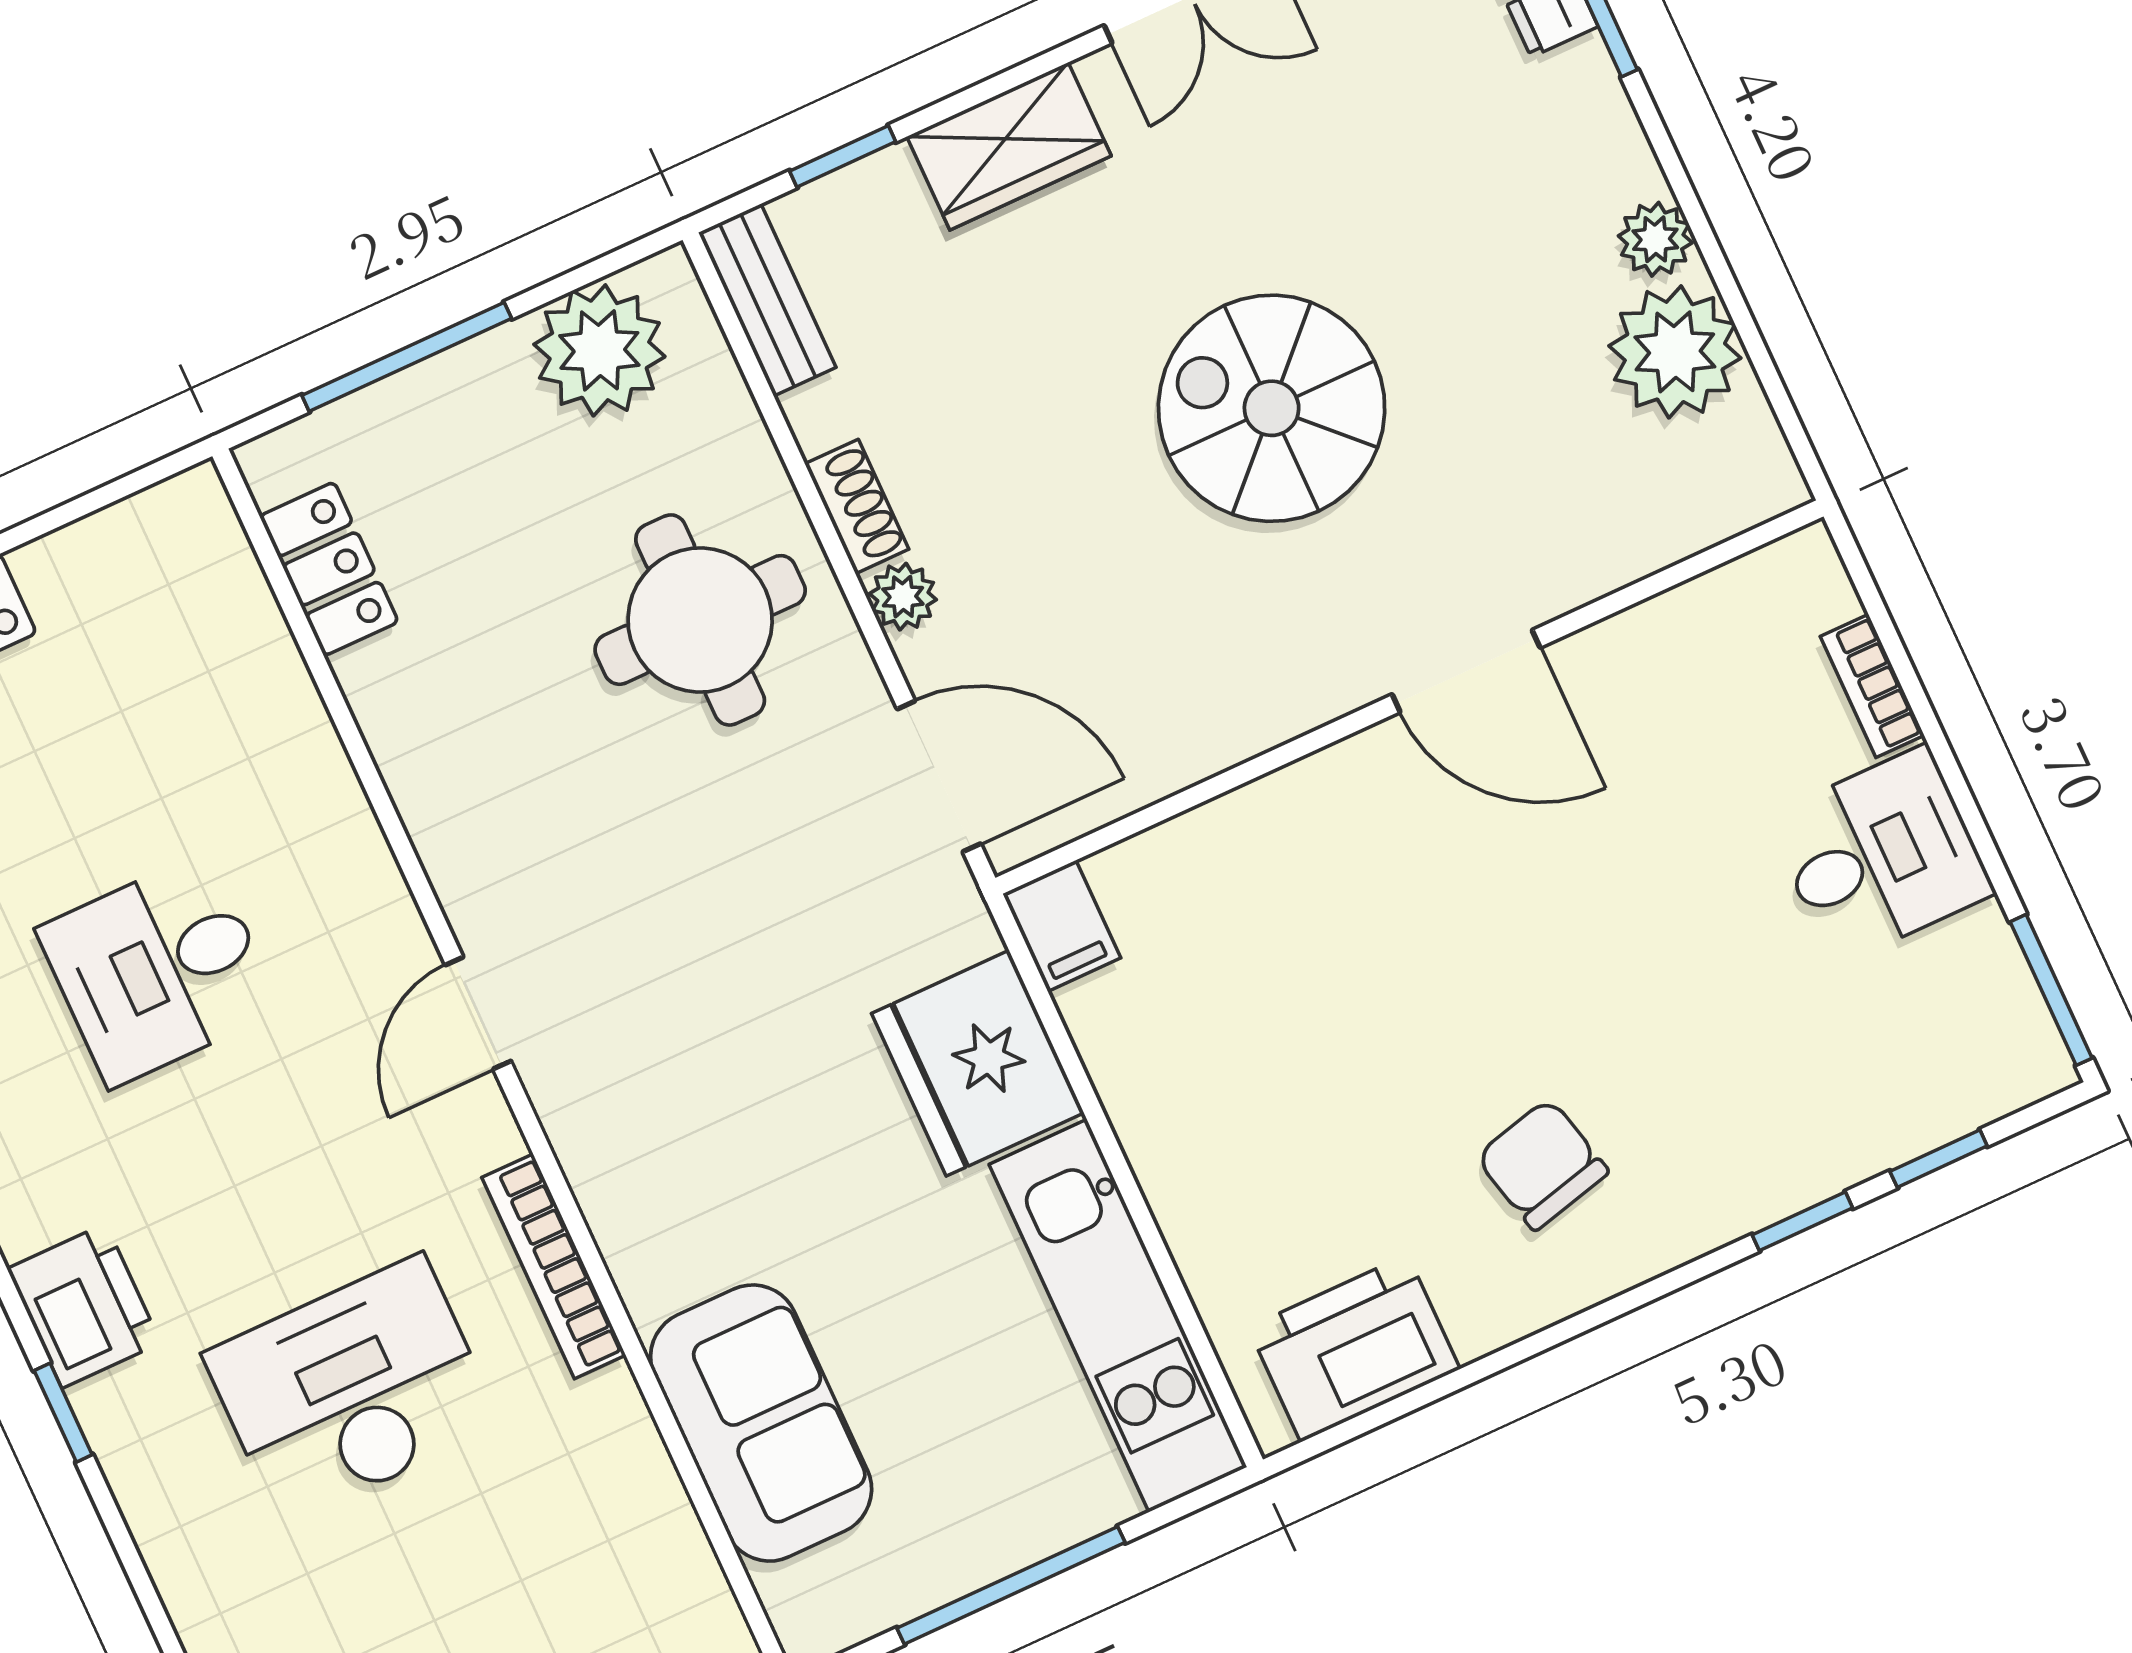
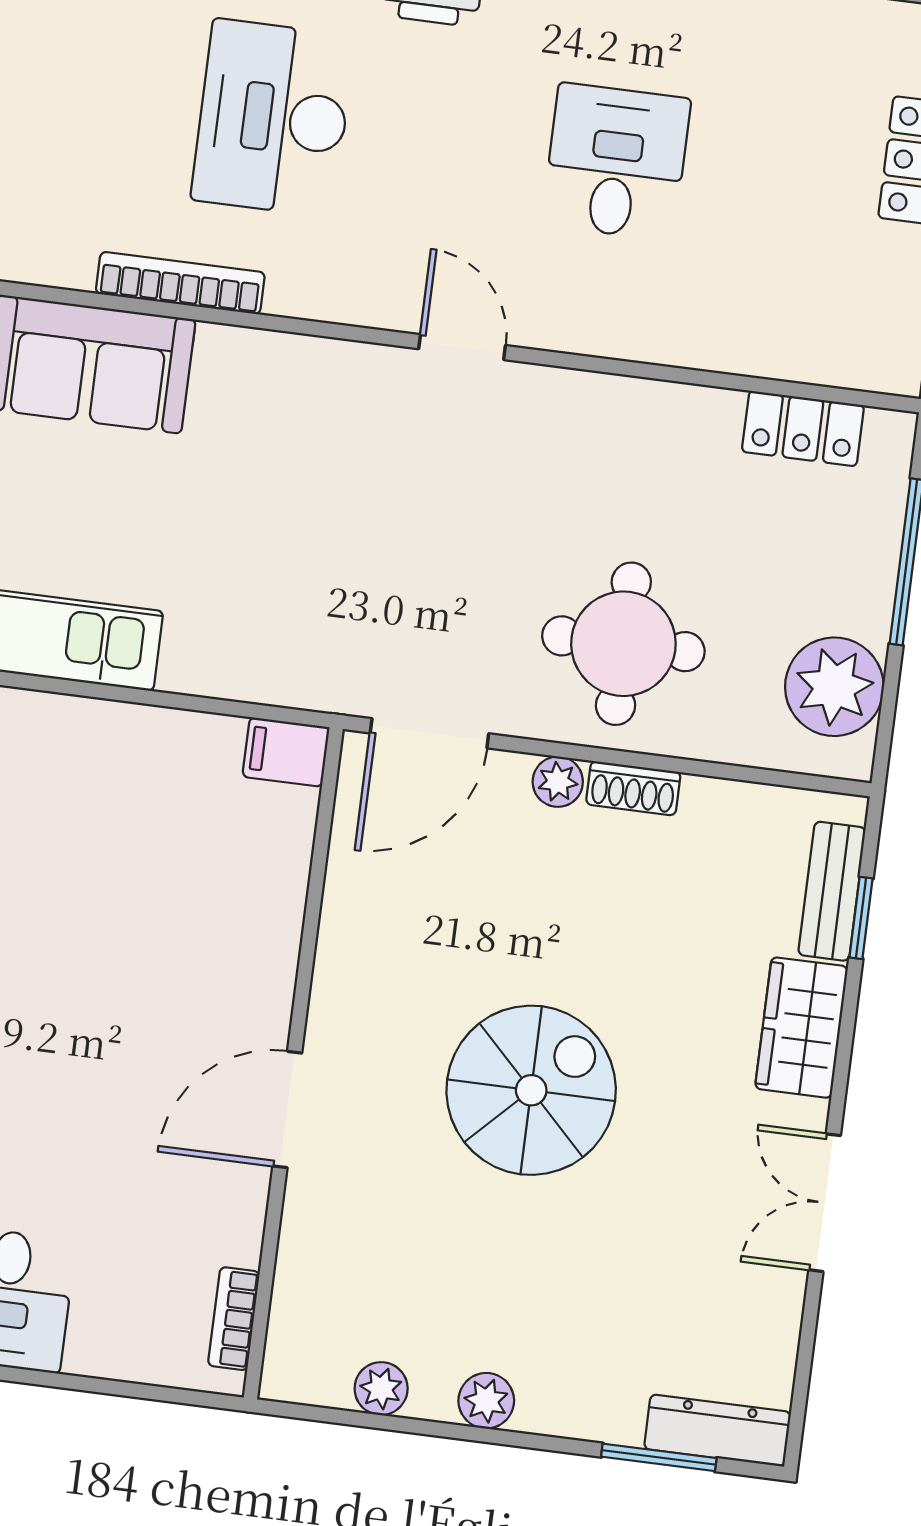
bench: (767, 300) -> (832, 891), moved, turned 90
plant: (1675, 352) -> (381, 1389), width x0.53, depth x0.53
bookcase: (1872, 686) -> (234, 1319), moved, turned -90
fridge: (978, 1063) -> (232, 644), removed
bookcase: (554, 1266) -> (180, 283), moved
desk: (352, 1390) -> (273, 118), turned 180

